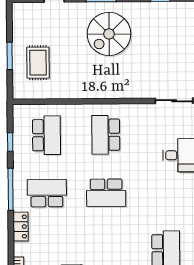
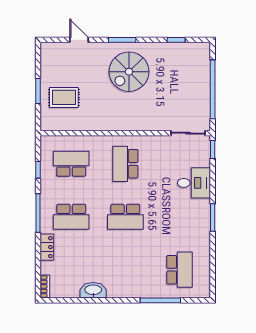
rug: (38, 63) -> (64, 97), turned 90
school desk: (46, 135) -> (71, 164), turned -90
school desk: (47, 193) -> (71, 217), turned 180

